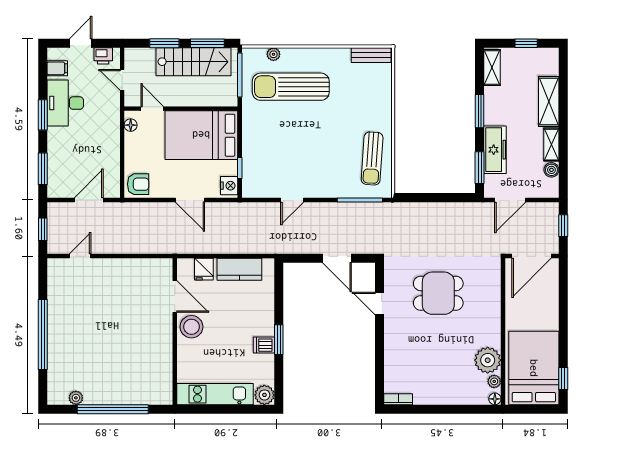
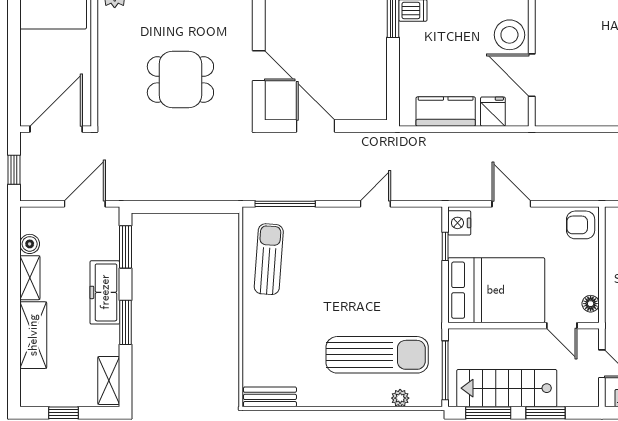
freezer: (495, 150) -> (105, 292), moved

